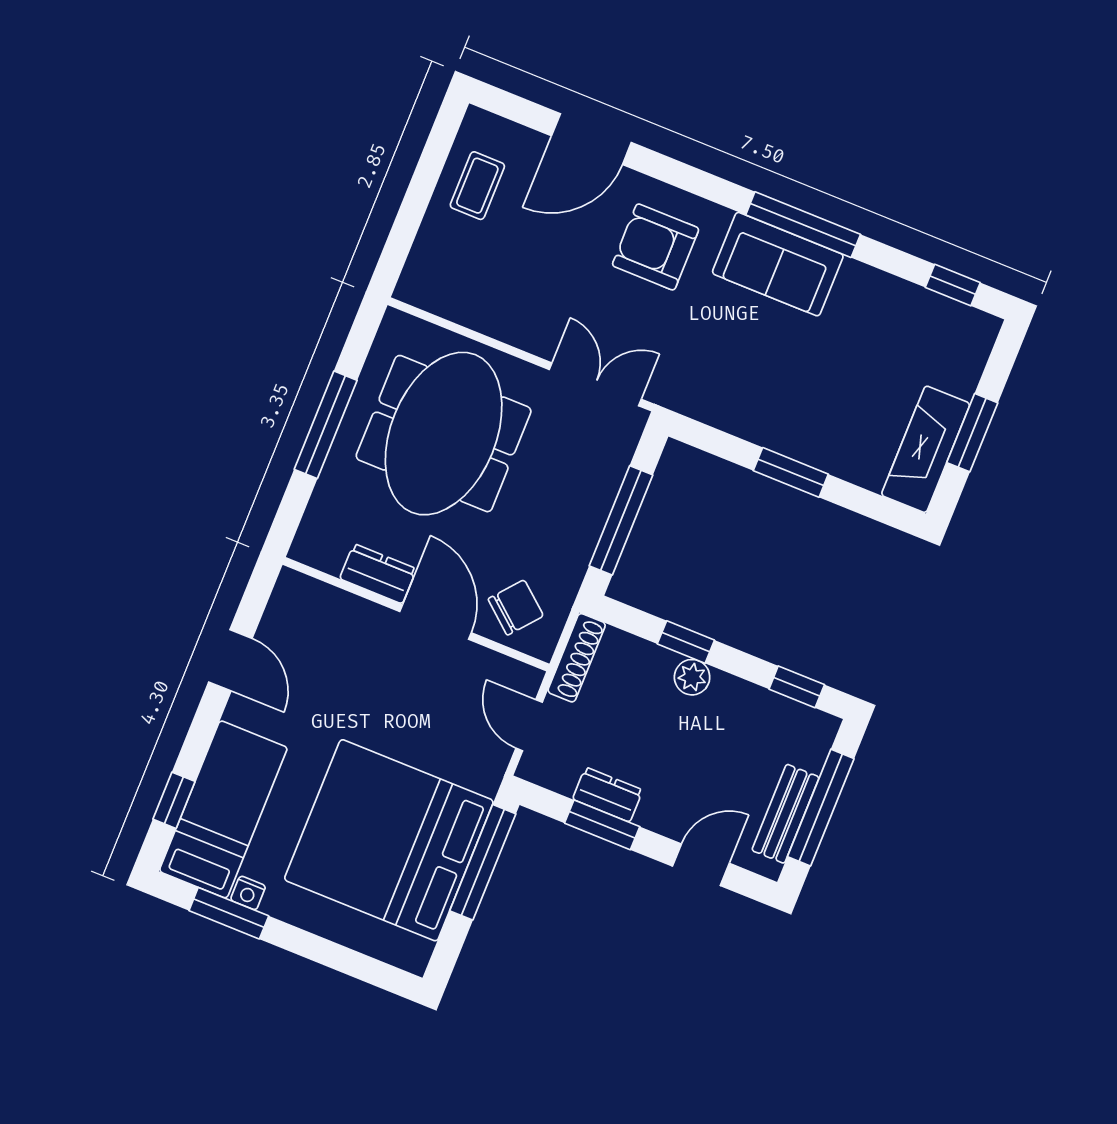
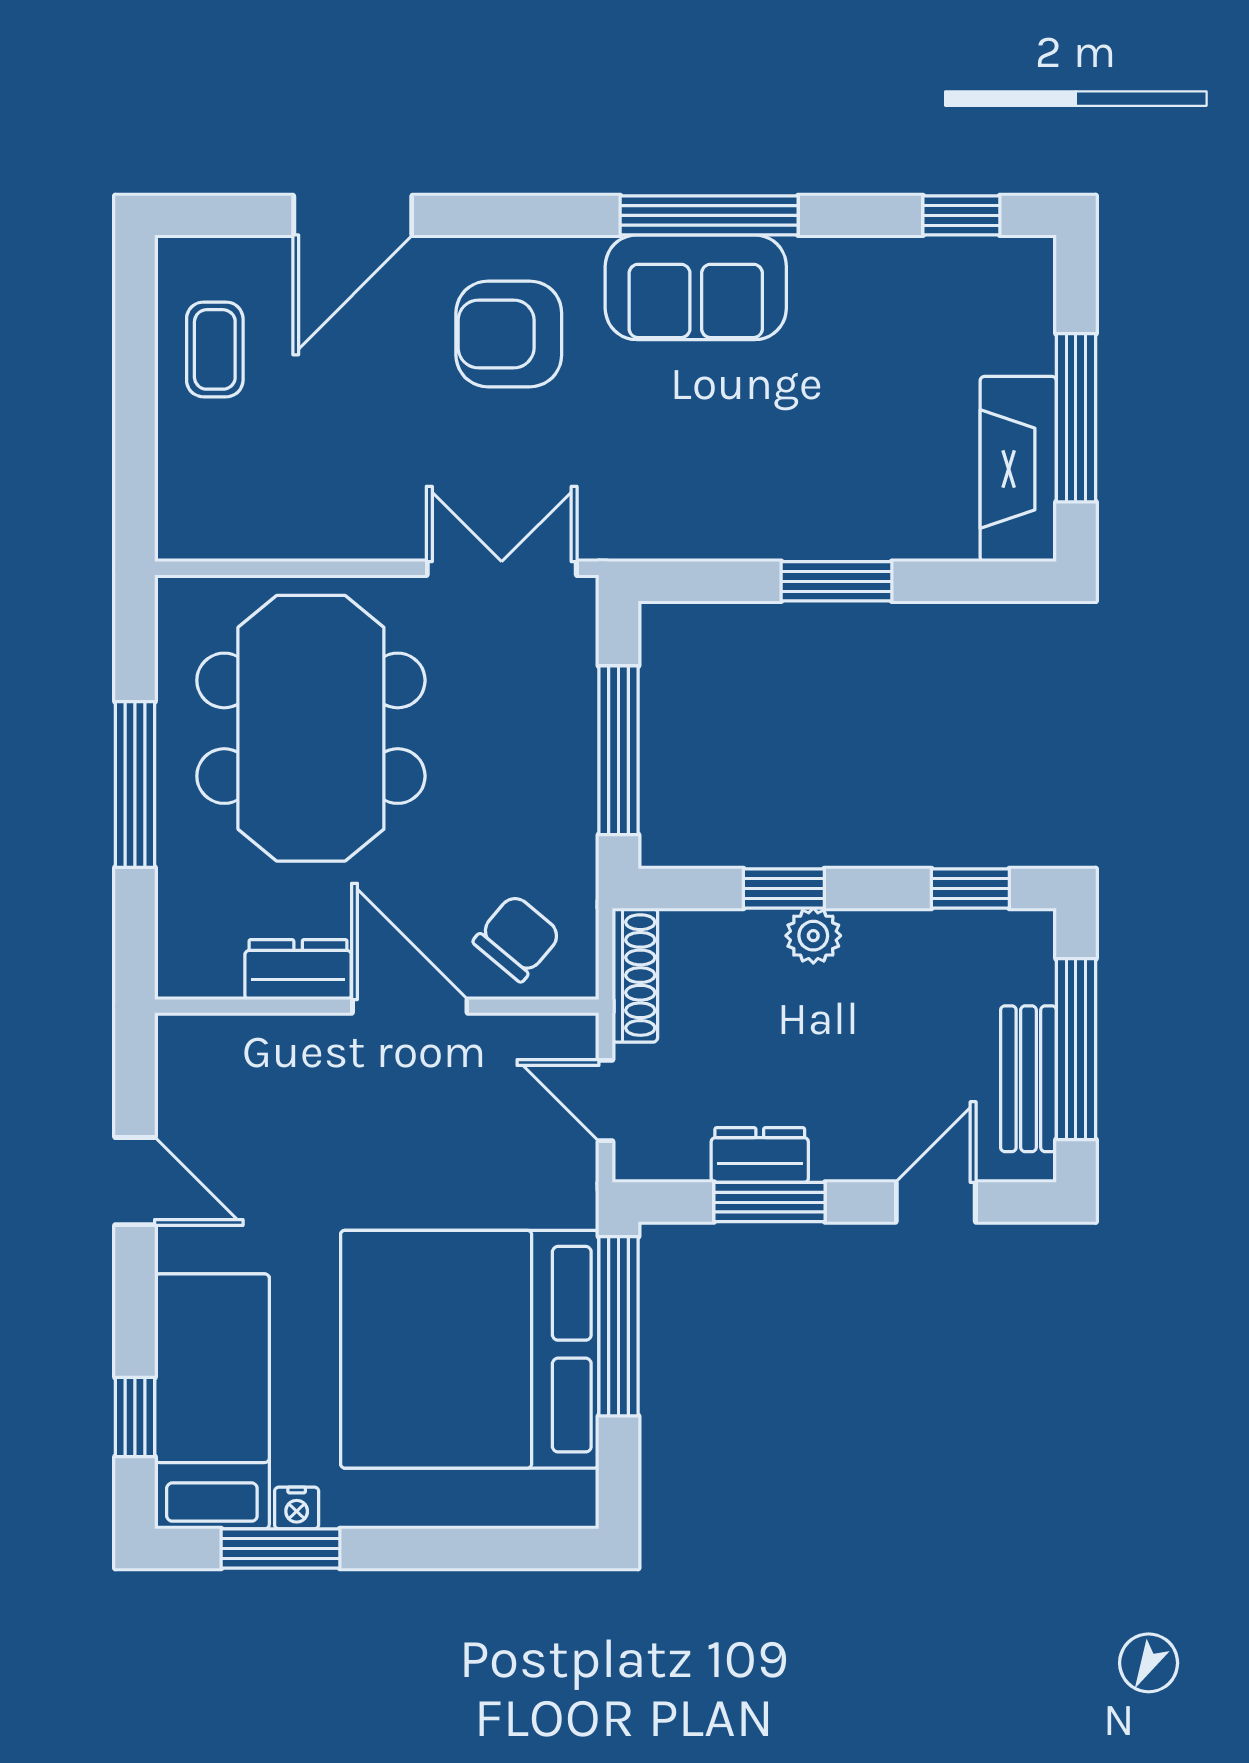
window: (972, 433) -> (1076, 418), width x1.44

